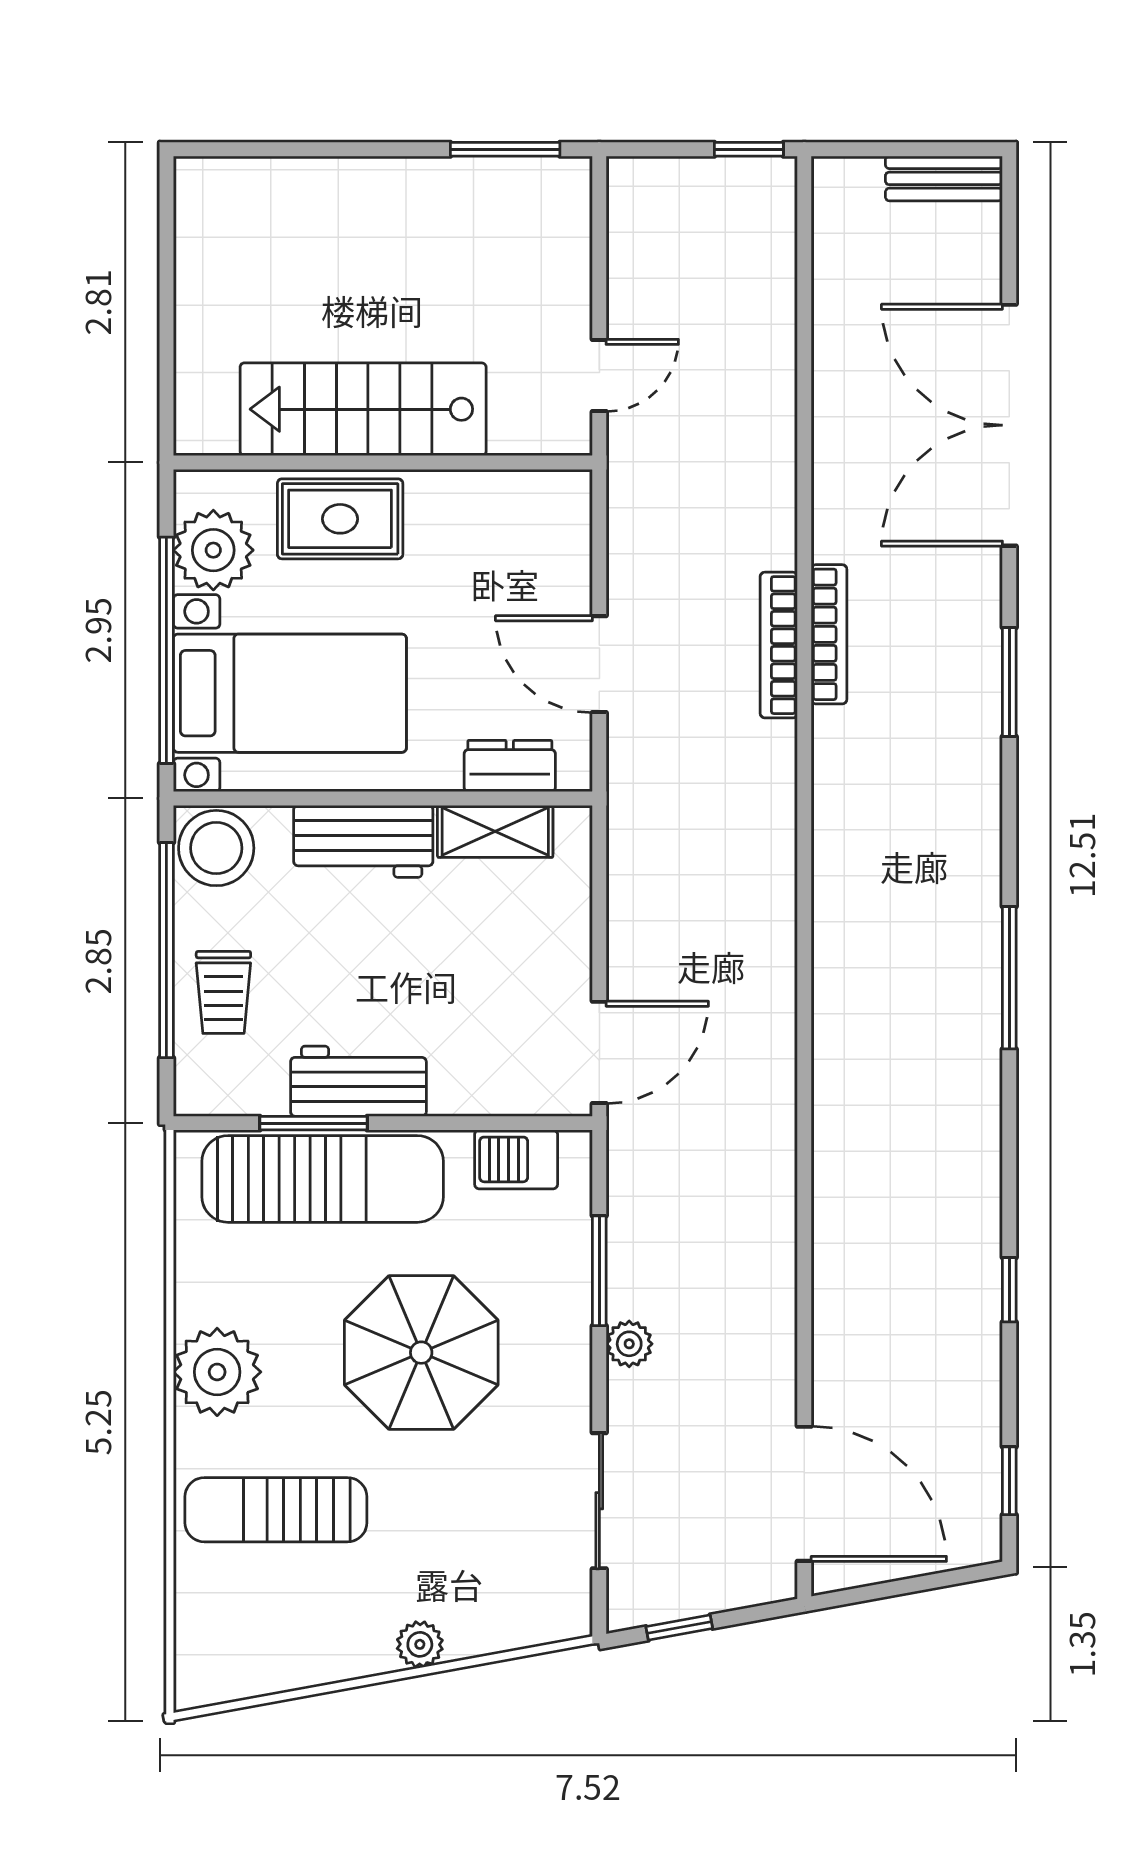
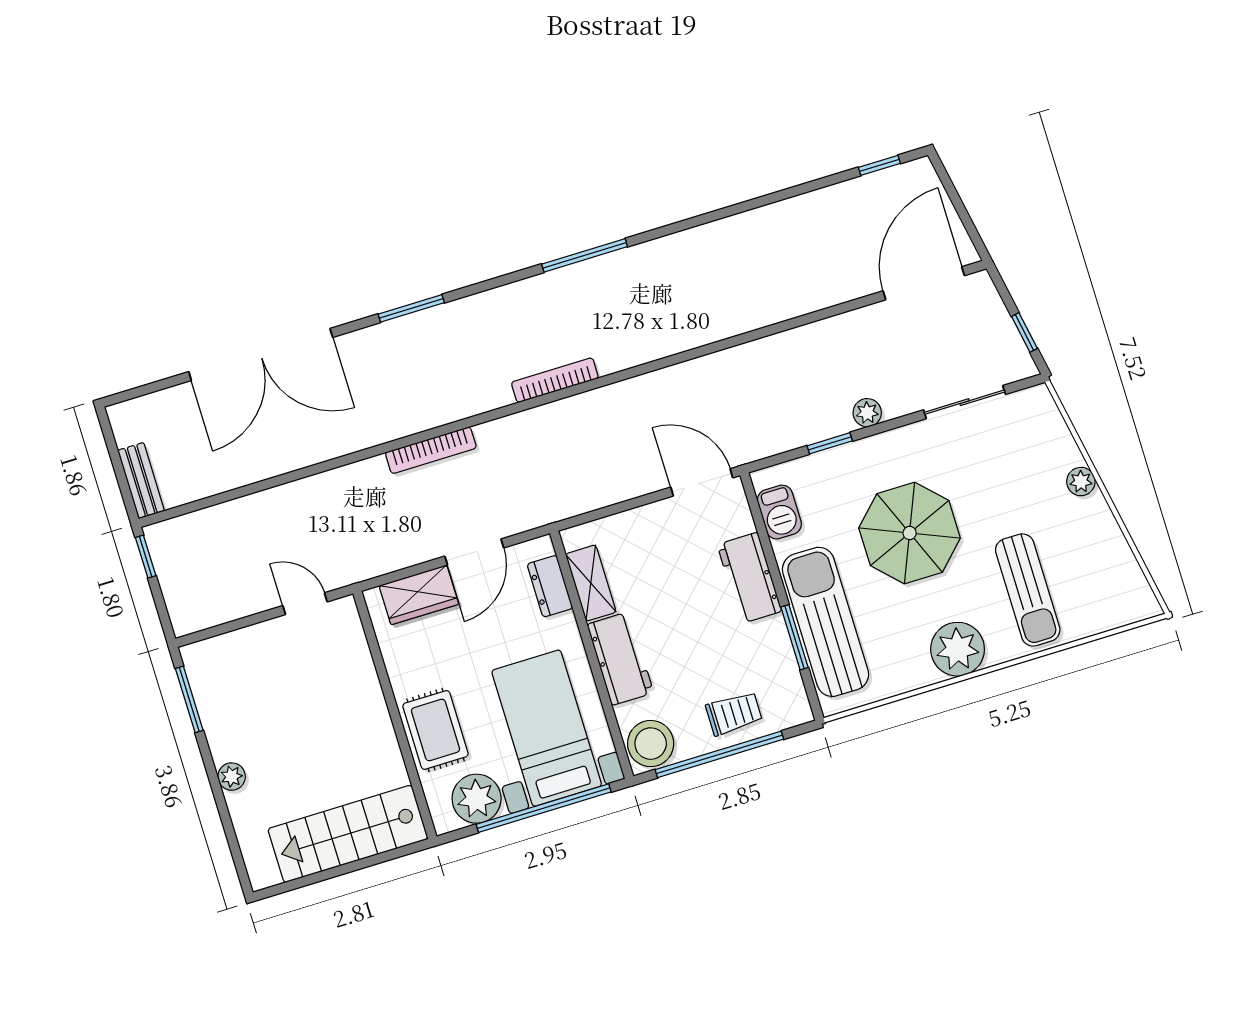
plant: (365, 178) -> (232, 777), added
bench: (944, 178) -> (141, 481), moved
stairs: (363, 409) -> (348, 834), moved, turned 90
wardrobe: (559, 557) -> (419, 595), added
bookcase: (829, 634) -> (555, 380), moved
workbench: (358, 1081) -> (749, 578), moved
window: (599, 1271) -> (830, 443), width x0.67
window: (1009, 1290) -> (767, 200), removed

